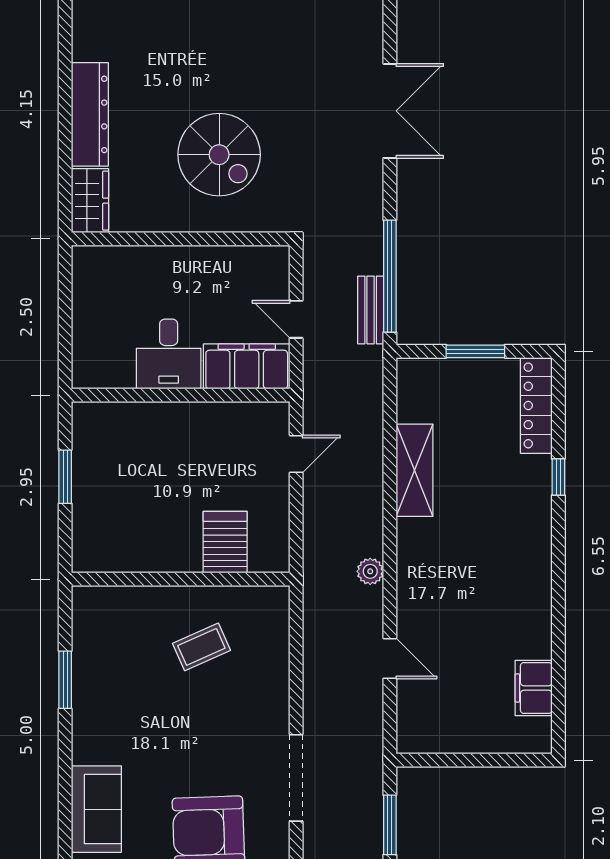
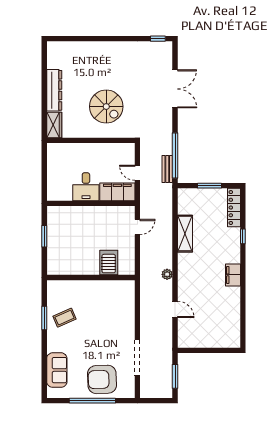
coffee table: (201, 647) -> (65, 318), moved
filing cabinet: (534, 688) -> (233, 275), moved

